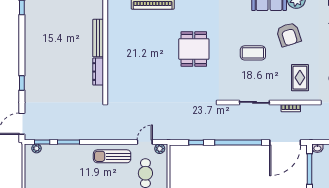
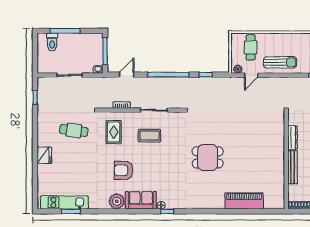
armchair: (289, 35) -> (124, 170), turned -72
dining table: (194, 49) -> (208, 157), turned 90
coffee table: (253, 53) -> (150, 136), moved
door: (285, 143) -> (127, 75), width x0.53

